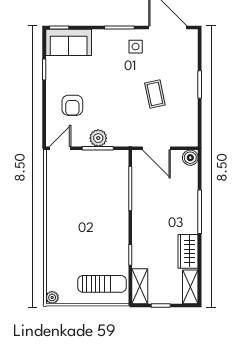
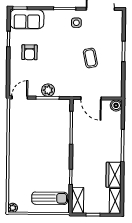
armchair: (72, 105) -> (30, 52), moved

